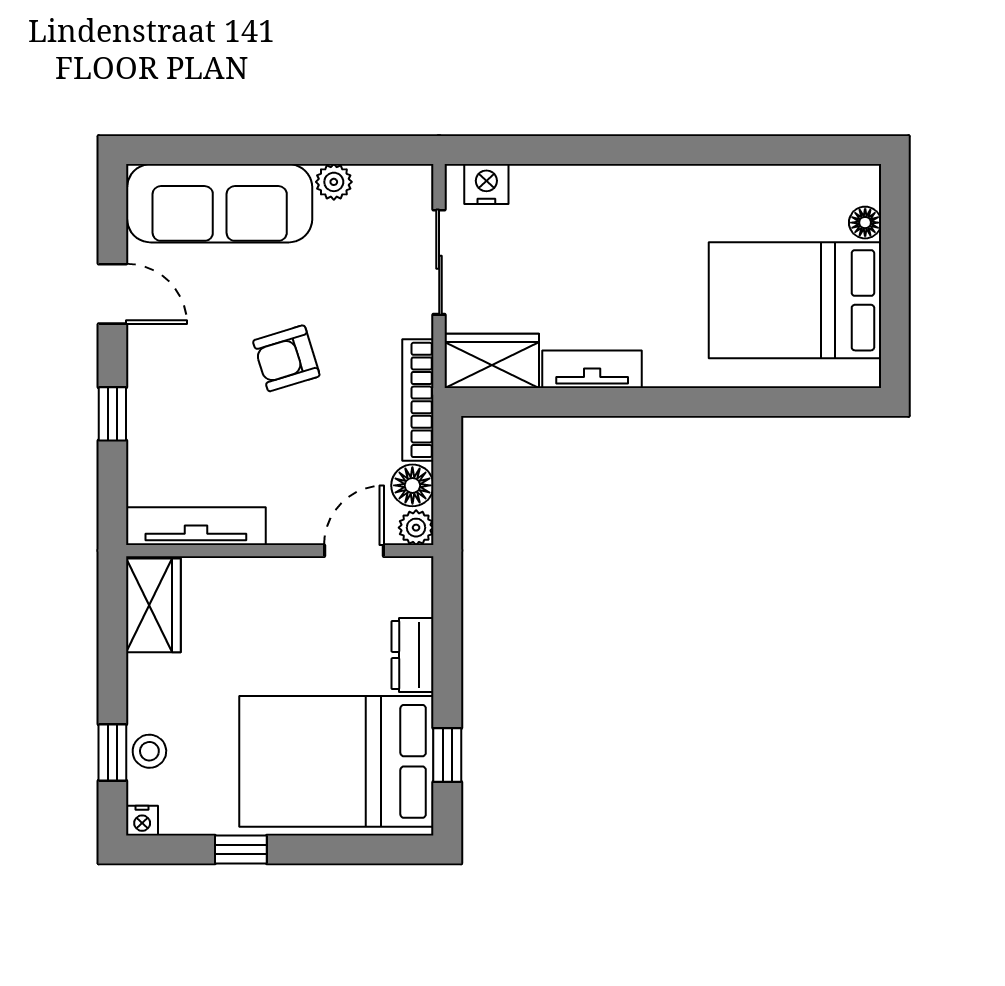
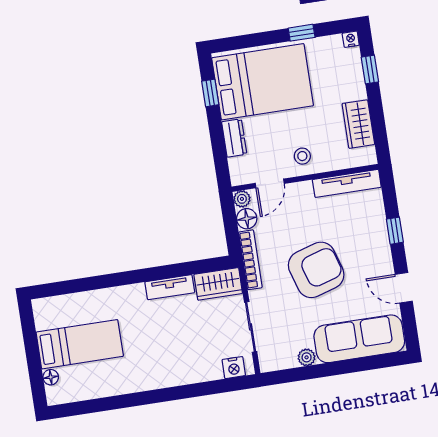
bed: (795, 300) -> (80, 344), width x0.67
armchair: (286, 358) -> (316, 270), width x1.88, depth x1.88
wardrobe: (153, 605) -> (358, 124), moved
stool: (149, 751) -> (302, 156), moved

